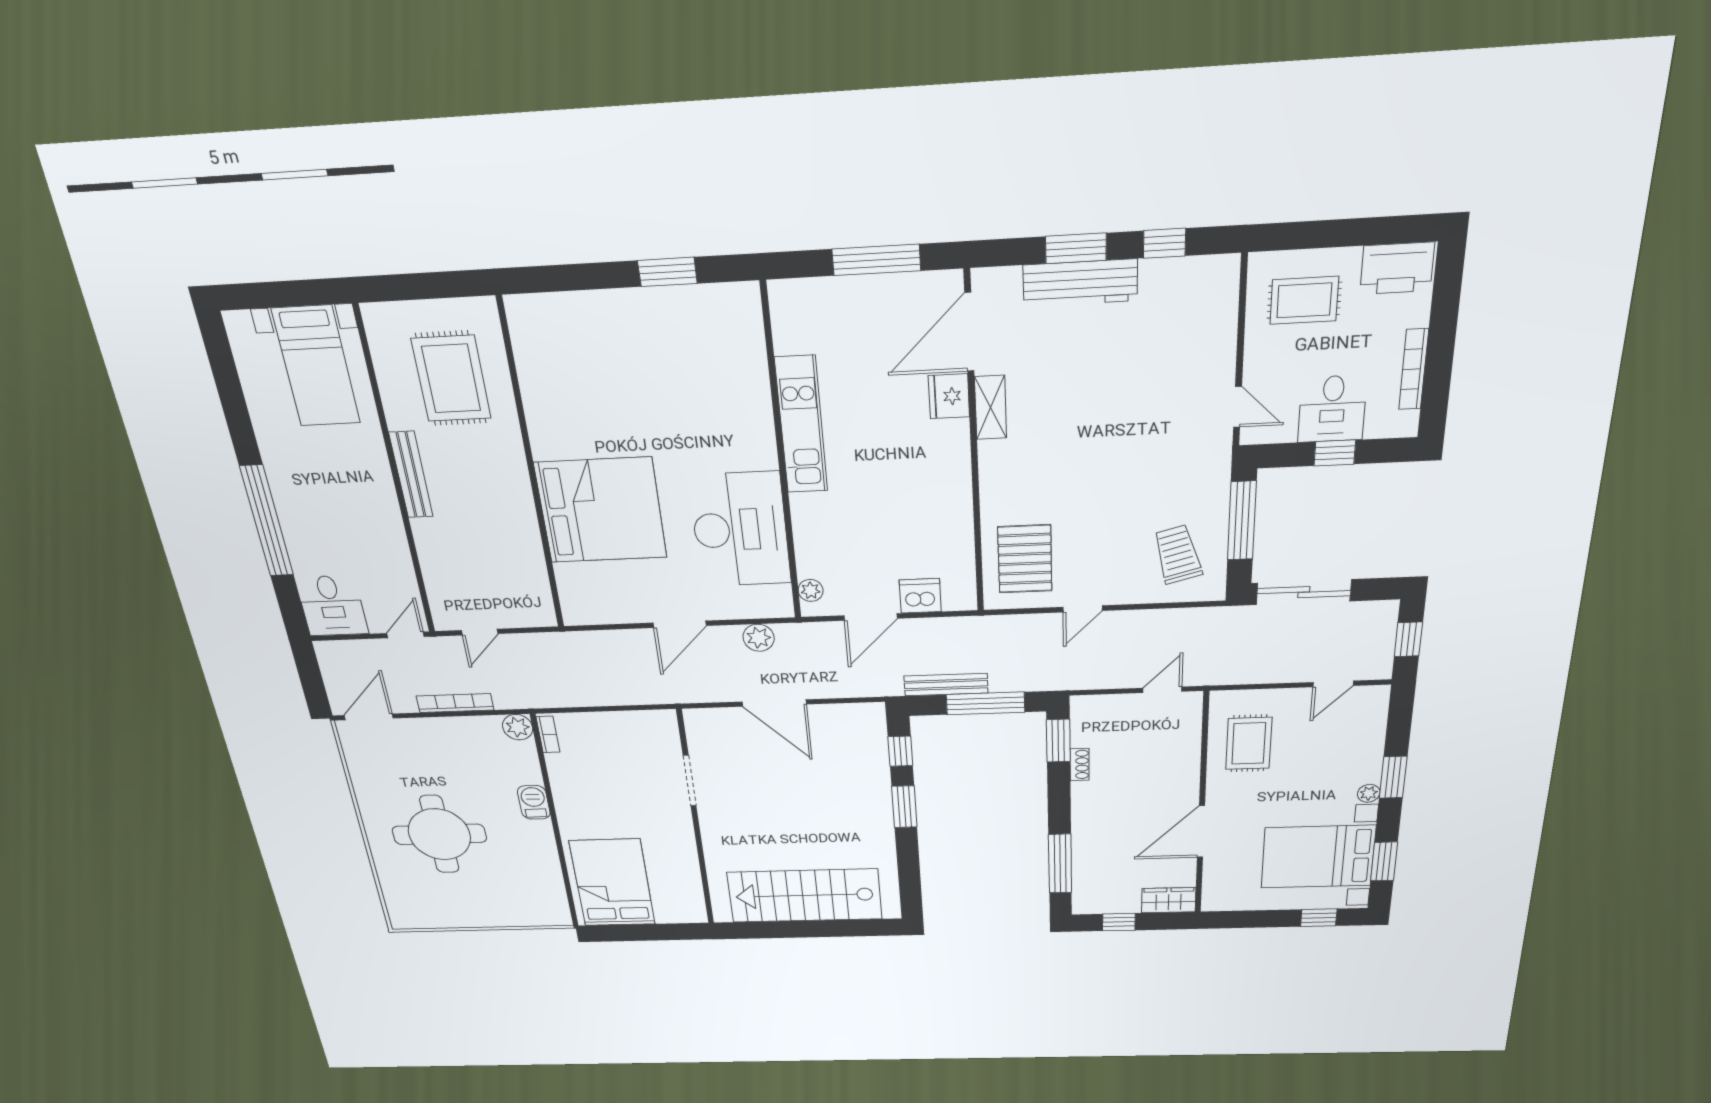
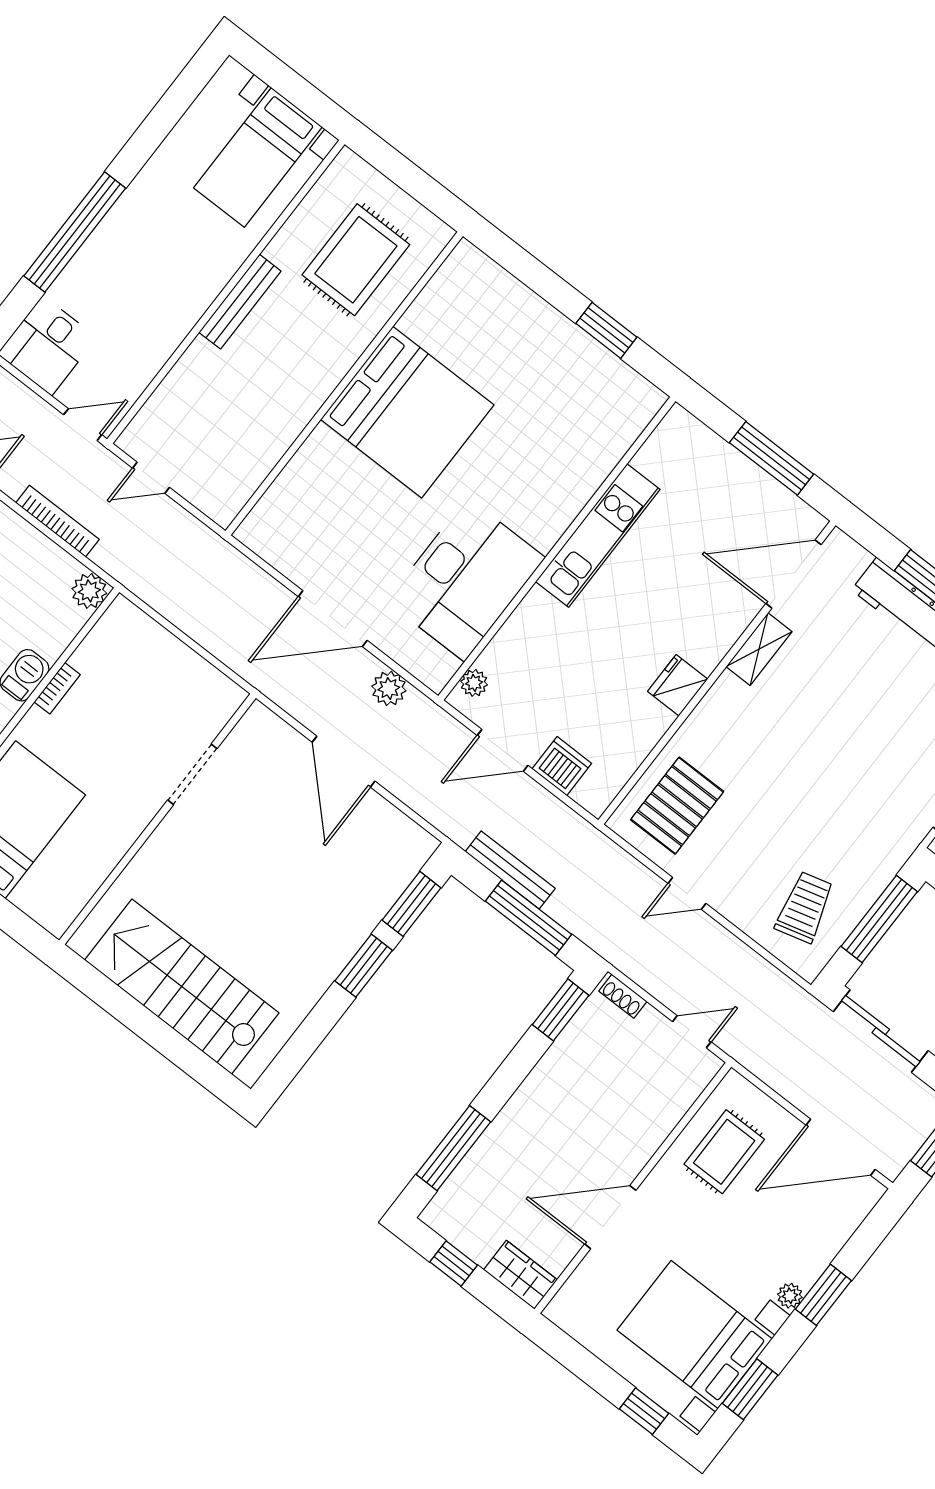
fridge: (949, 396) -> (678, 685), moved
bed: (601, 510) -> (407, 412), moved
door: (680, 624) -> (333, 619), width x1.36
door: (1333, 684) -> (841, 1147), width x1.87
bookcase: (548, 734) -> (57, 688), moved
window: (900, 751) -> (411, 904), width x1.50
shoe rack: (1080, 765) -> (623, 996), moved, turned 90

